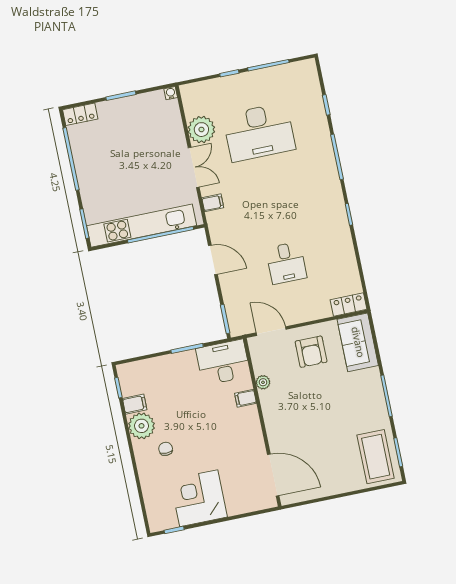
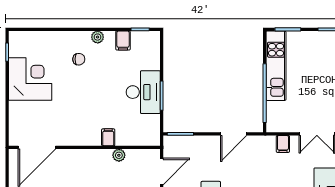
kitchen unit: (142, 226) -> (276, 66), width x0.73
desk: (223, 362) -> (143, 92), moved
plant: (142, 426) -> (98, 37), width x0.53, depth x0.53

